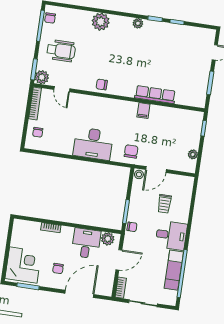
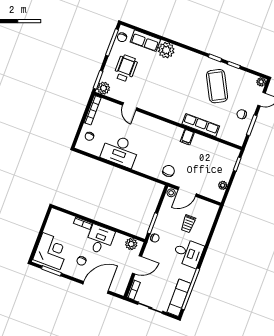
row of seats: (76, 16) -> (145, 41), added
plant: (138, 23) -> (261, 82), moved
coffee table: (164, 49) -> (217, 86), added
wheelchair: (61, 51) -> (126, 68), turned -90
chair: (102, 85) -> (242, 114), moved
door: (62, 89) -> (130, 107), moved
desk: (93, 144) -> (120, 151), moved
desk: (86, 243) -> (100, 240), moved
exam couch: (174, 270) -> (179, 298), moved

